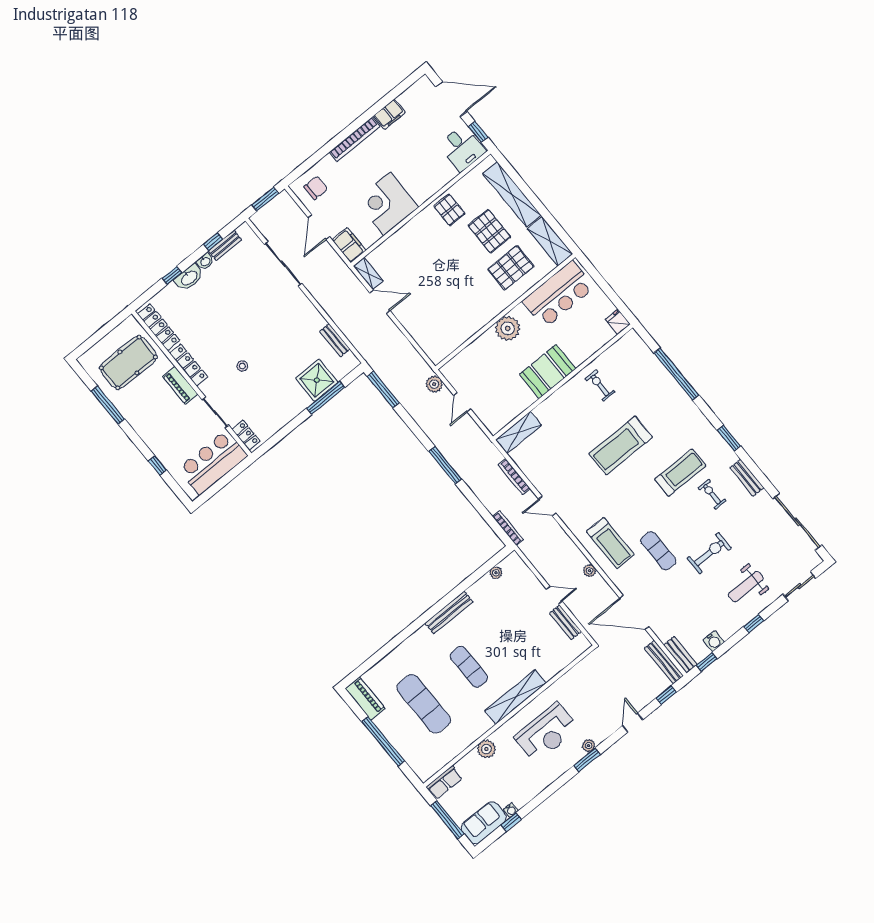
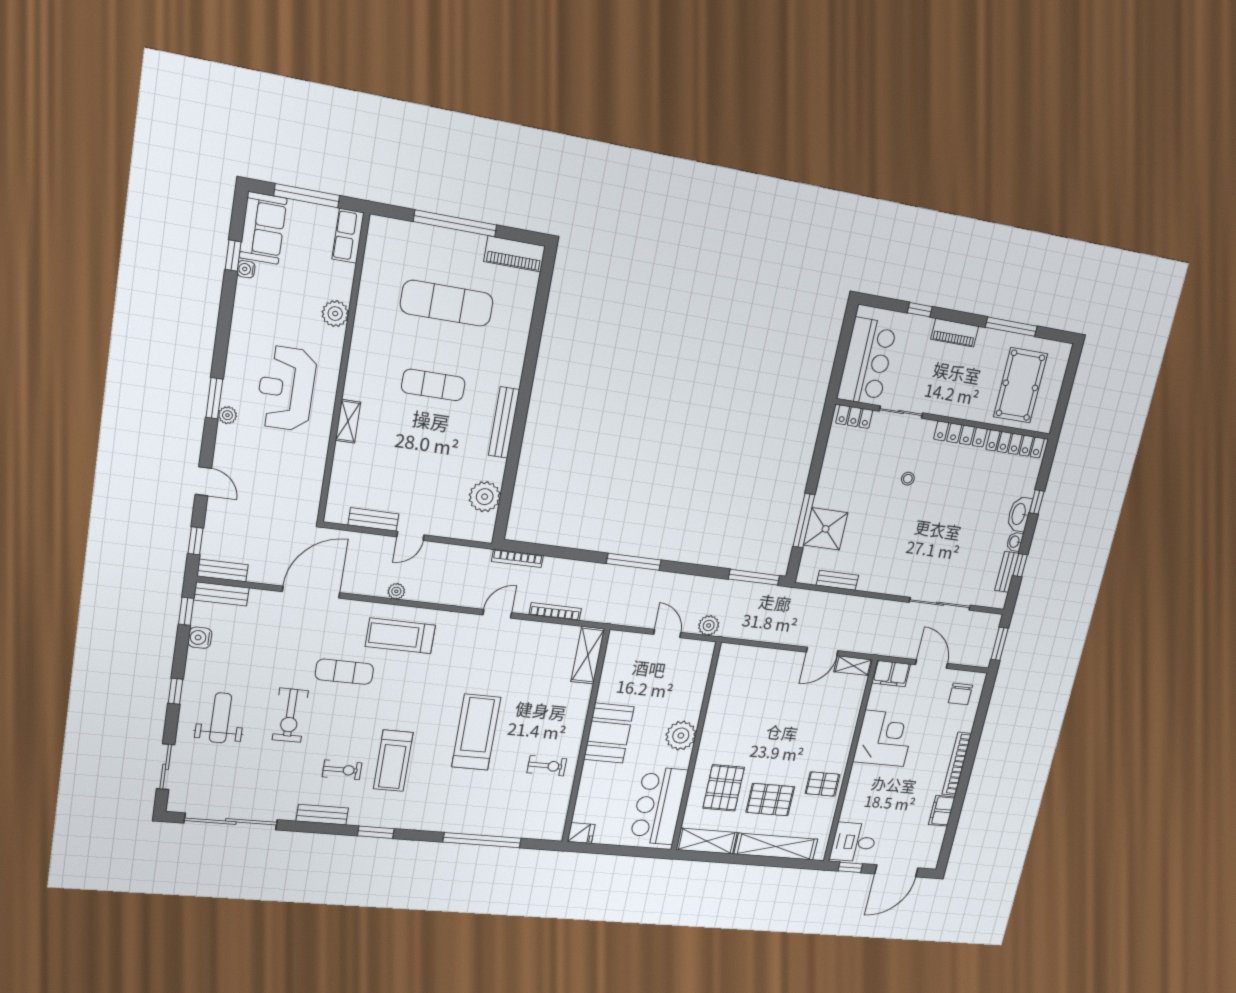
piano: (180, 385) -> (955, 333), moved, turned 180
plant: (496, 573) -> (485, 497), width x1.88, depth x1.88
bench: (664, 662) -> (222, 570), width x0.73
shelving: (515, 697) -> (348, 421), width x0.45, depth x0.75

